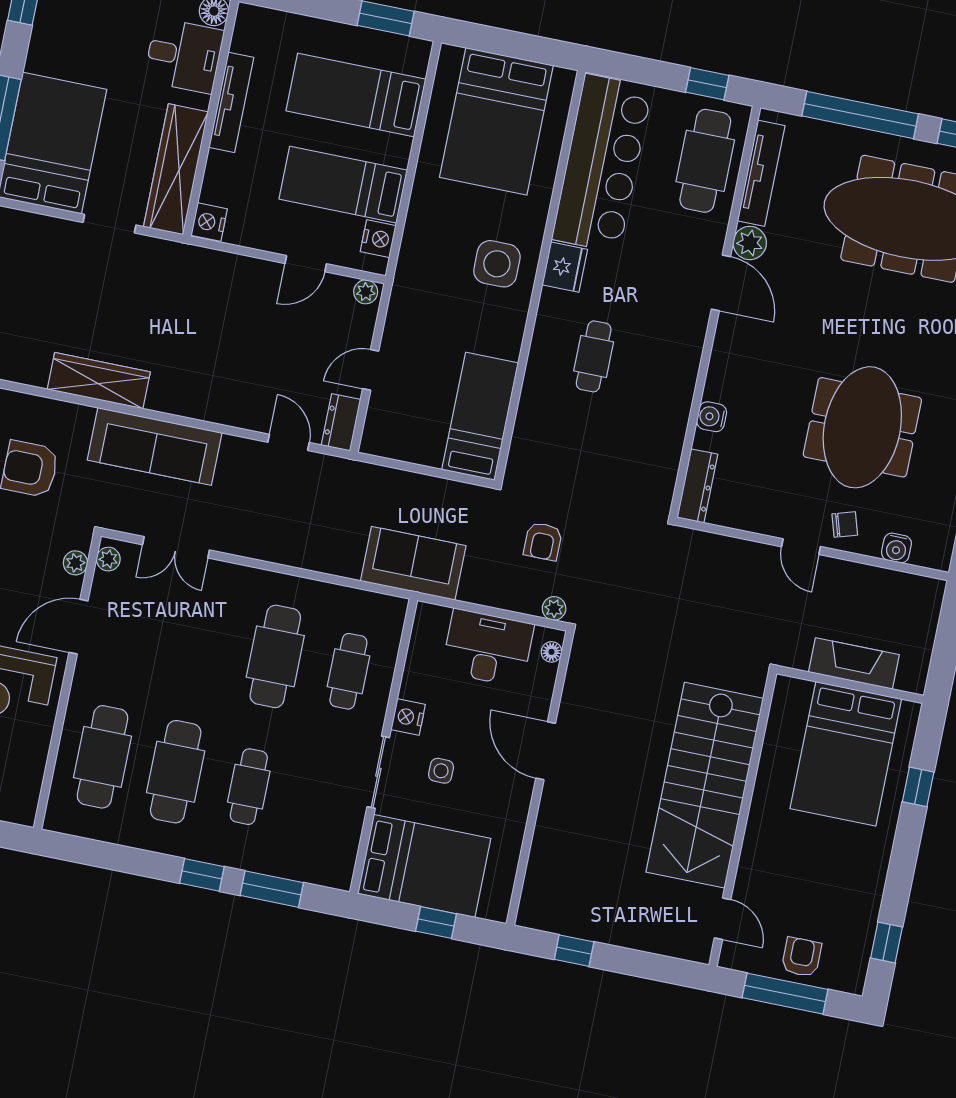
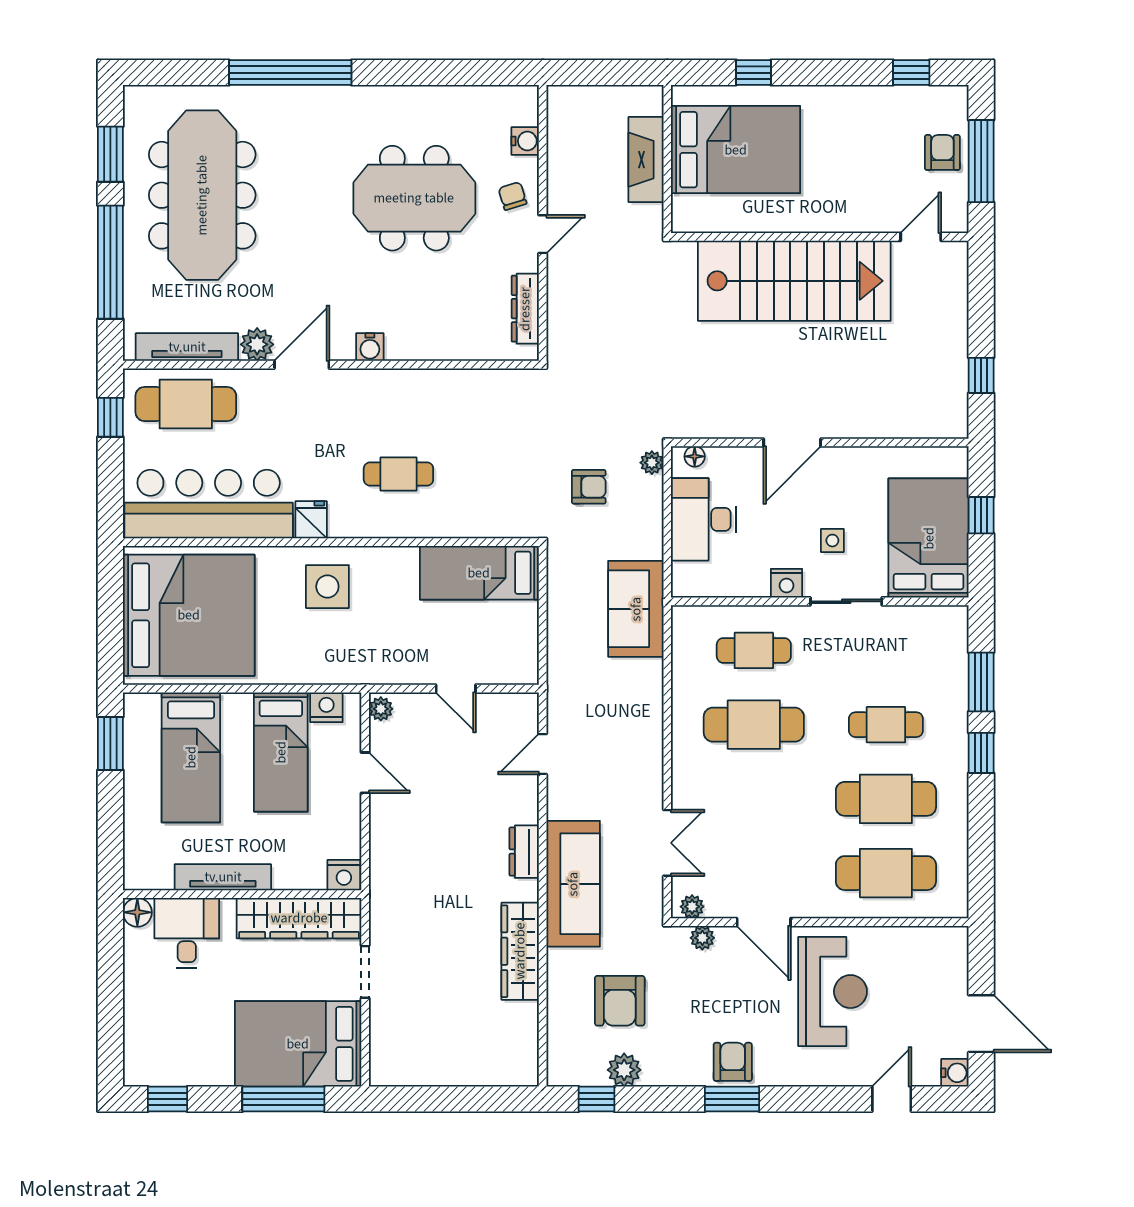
bed: (496, 121) -> (189, 615), width x1.36
fridge: (565, 267) -> (311, 520), width x0.72
water cooler: (712, 417) -> (370, 347), moved
dresser: (341, 422) -> (524, 852), moved, turned 90
dresser: (697, 486) -> (525, 309), moved, turned -90
armchair: (801, 957) -> (942, 152), turned 90

